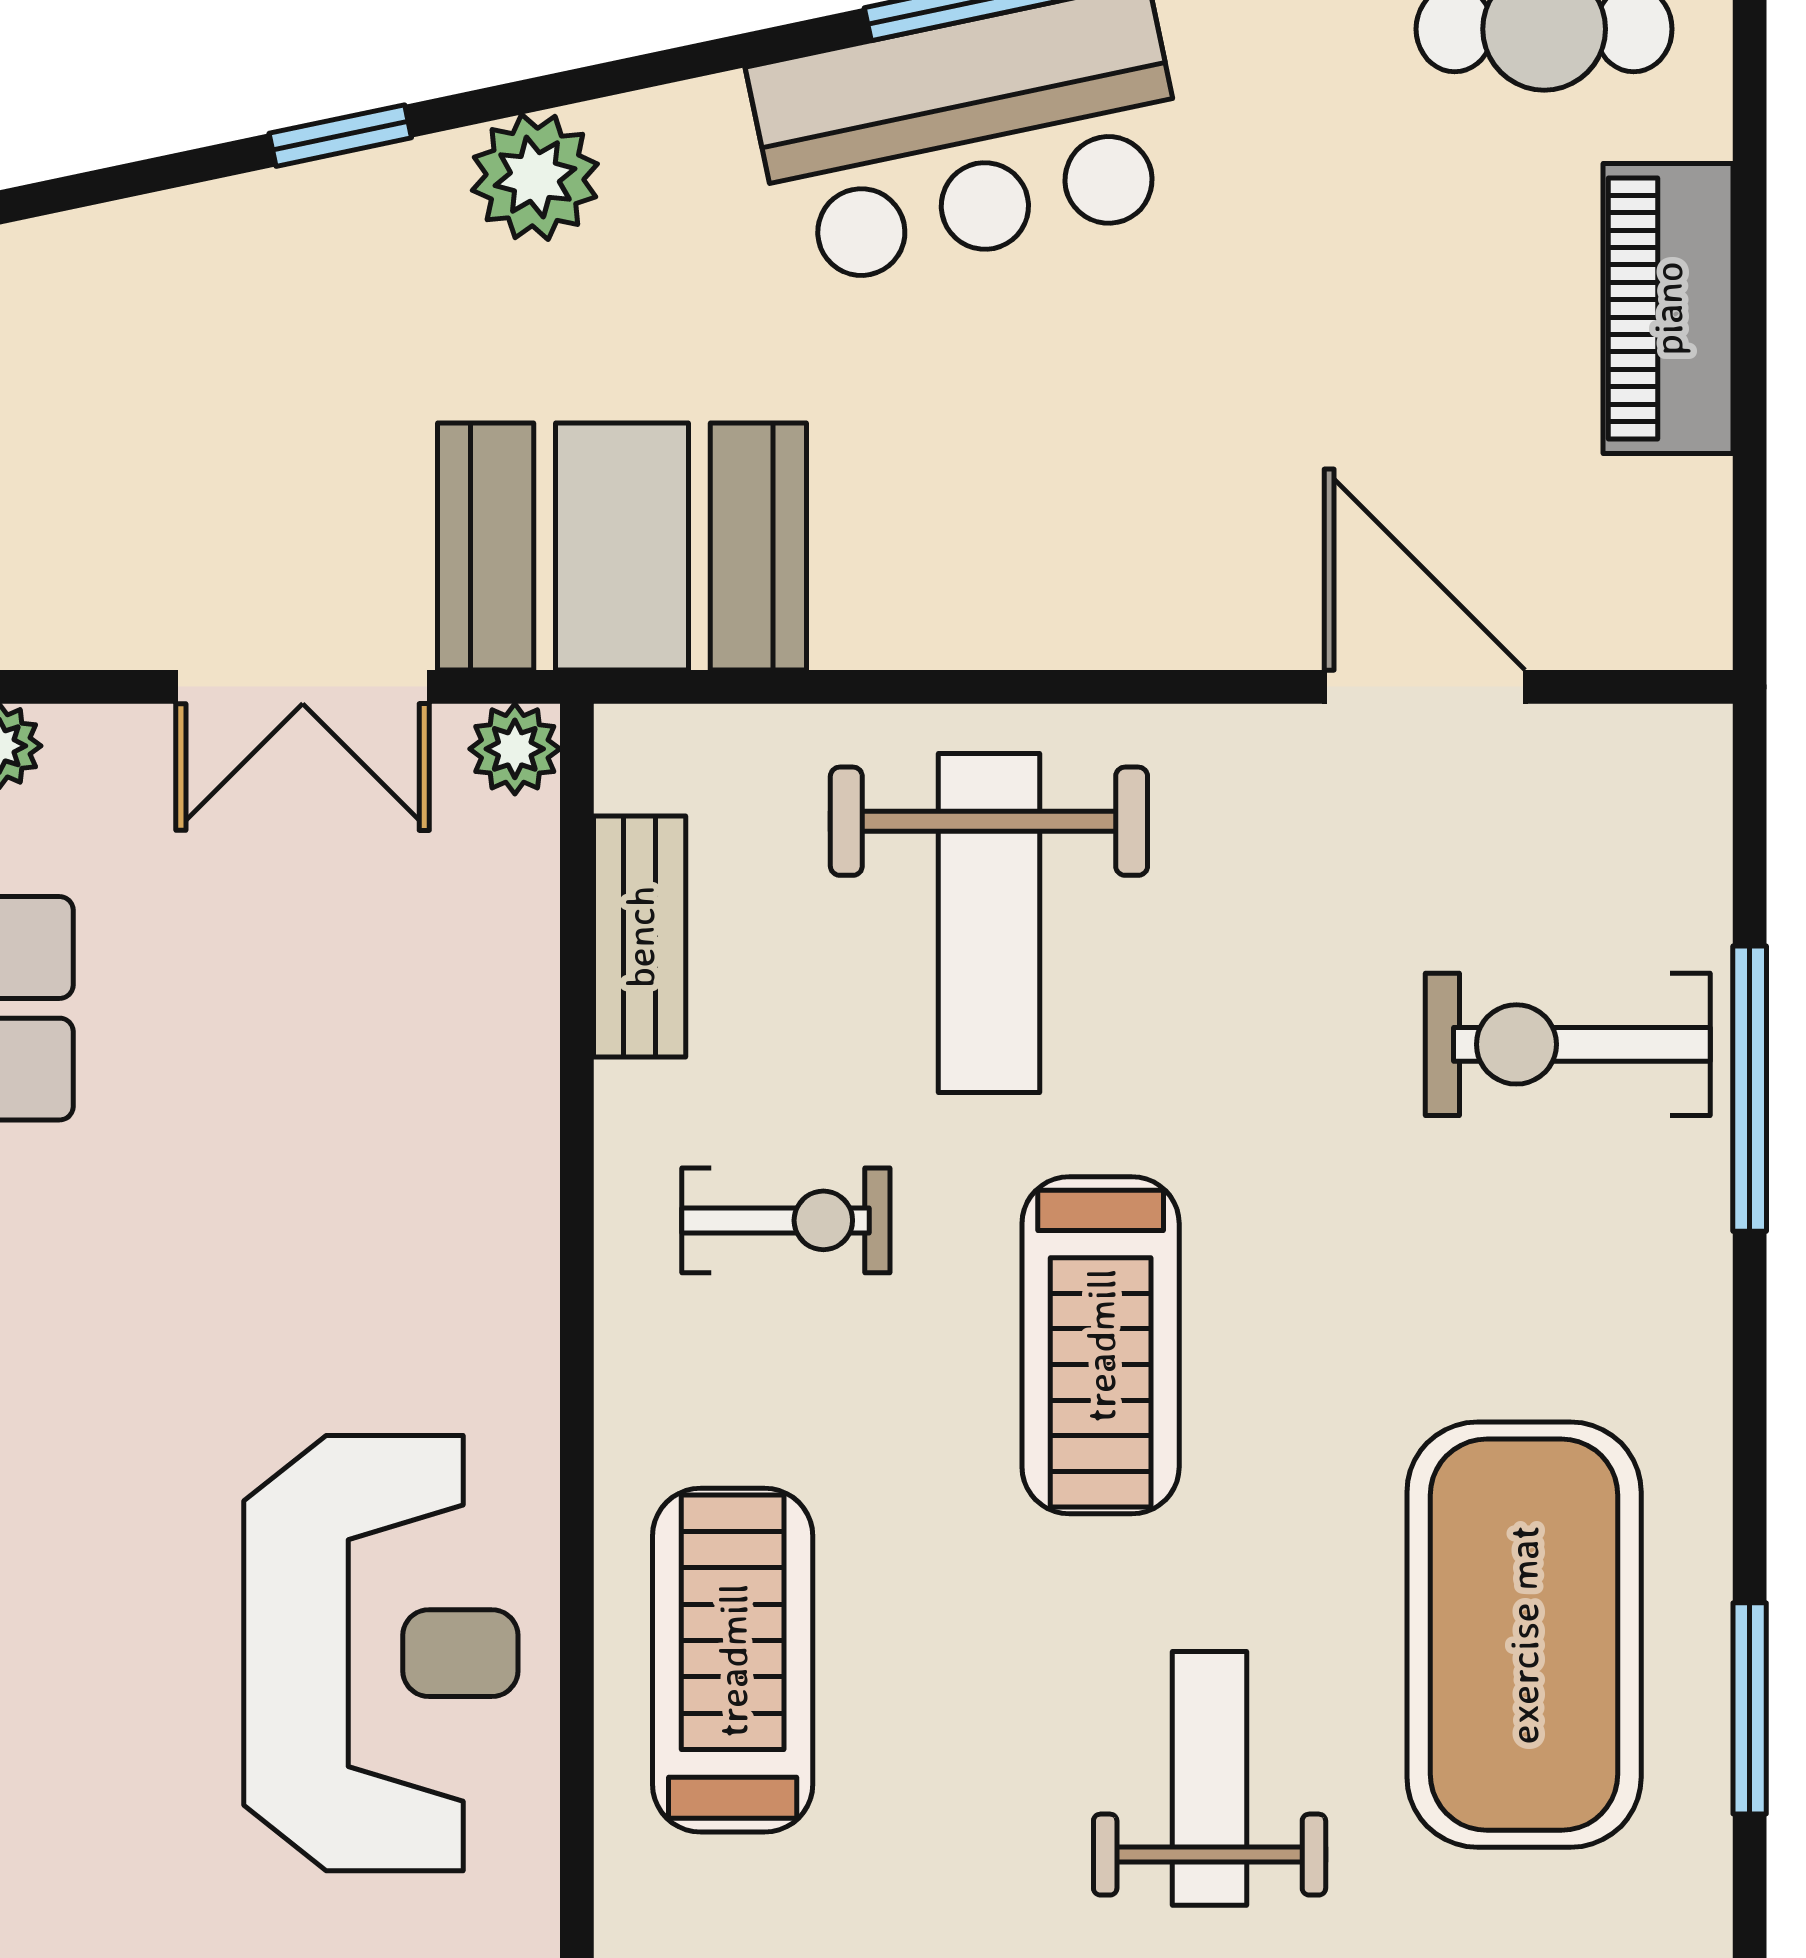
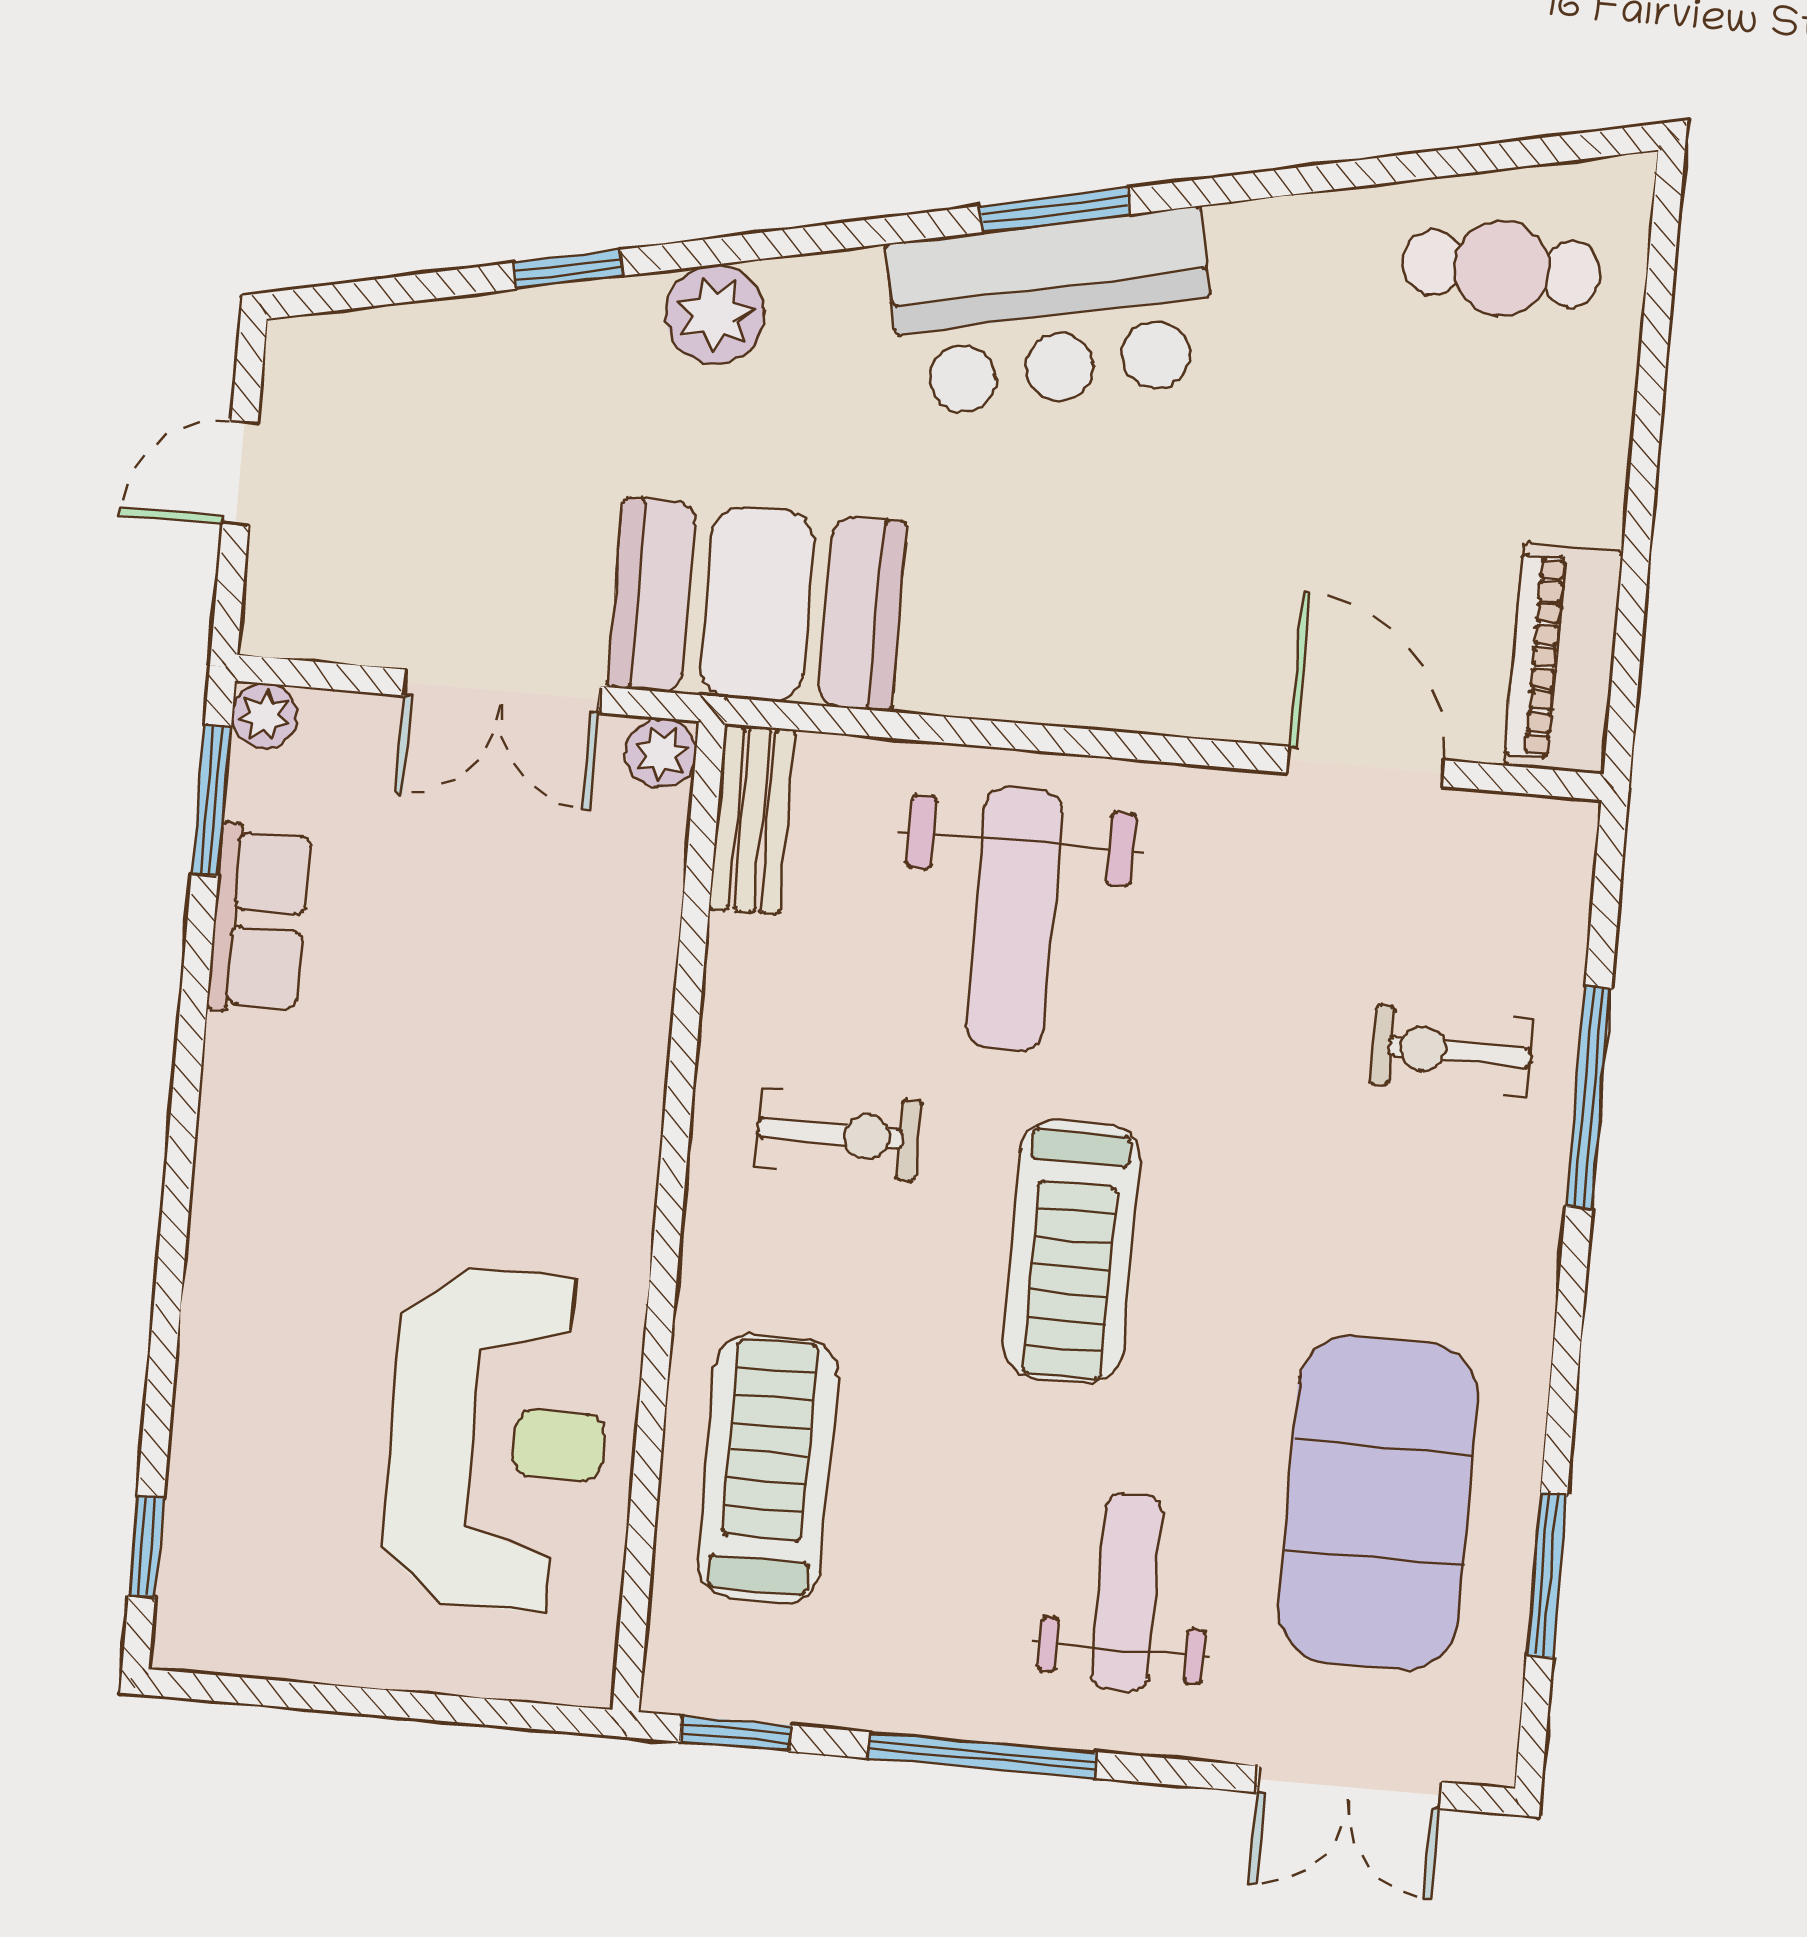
piano: (1668, 308) -> (1564, 658), moved
bench: (640, 937) -> (752, 819), moved
exercise bike: (1568, 1044) -> (1452, 1051), width x0.73, depth x0.72

